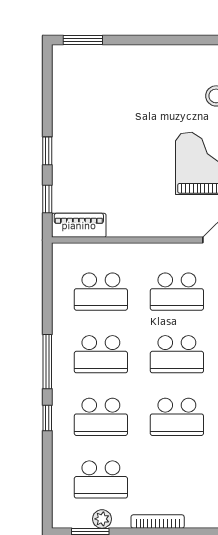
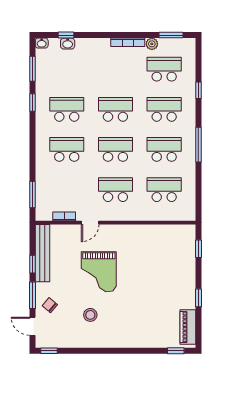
window: (83, 40) -> (176, 351), width x0.67
window: (47, 151) -> (198, 298), moved
piano: (79, 225) -> (188, 327), moved, turned 90
window: (47, 418) -> (198, 90), moved
plant: (102, 519) -> (152, 44), moved

